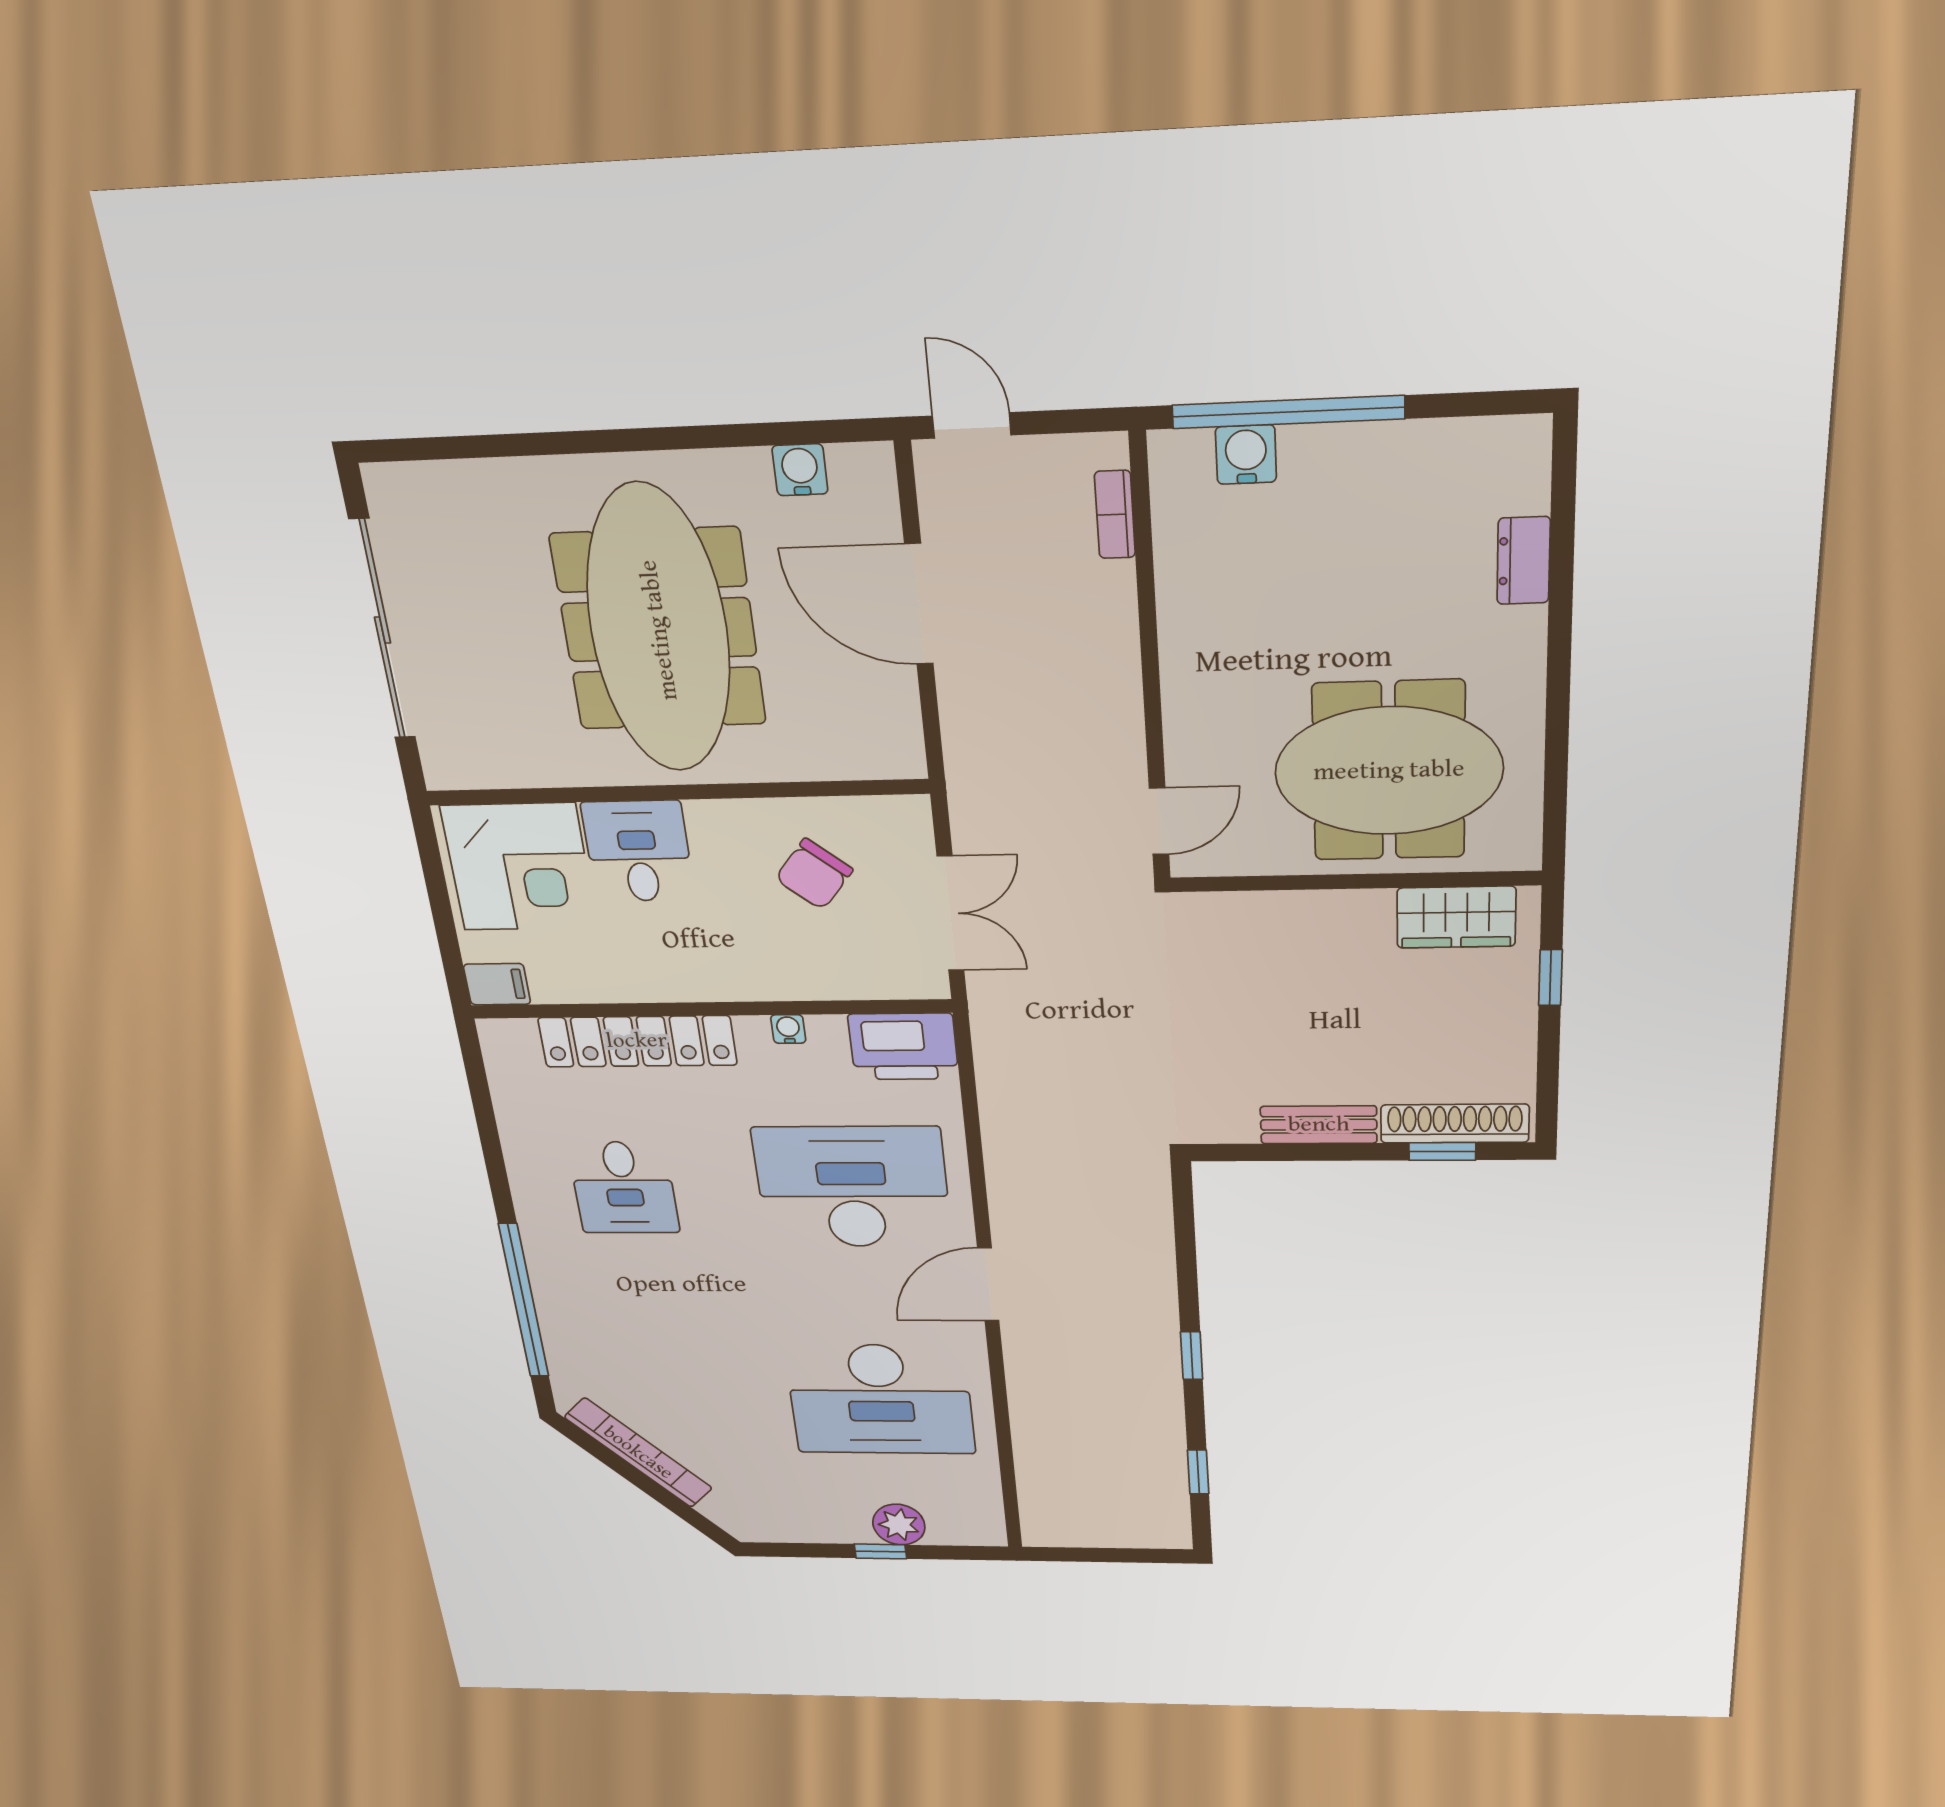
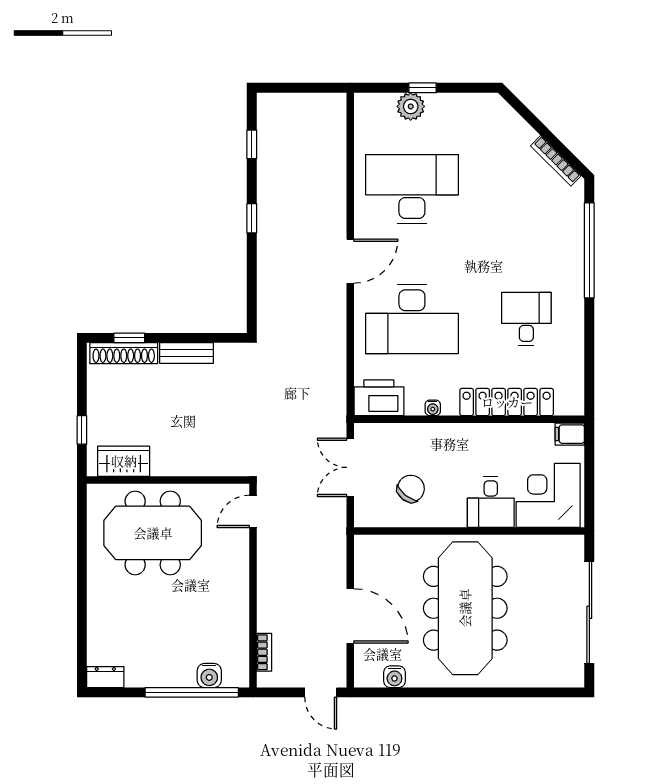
dresser: (1524, 561) -> (105, 677), moved, turned -90
bookcase: (638, 1453) -> (556, 161), width x0.68, depth x0.76

